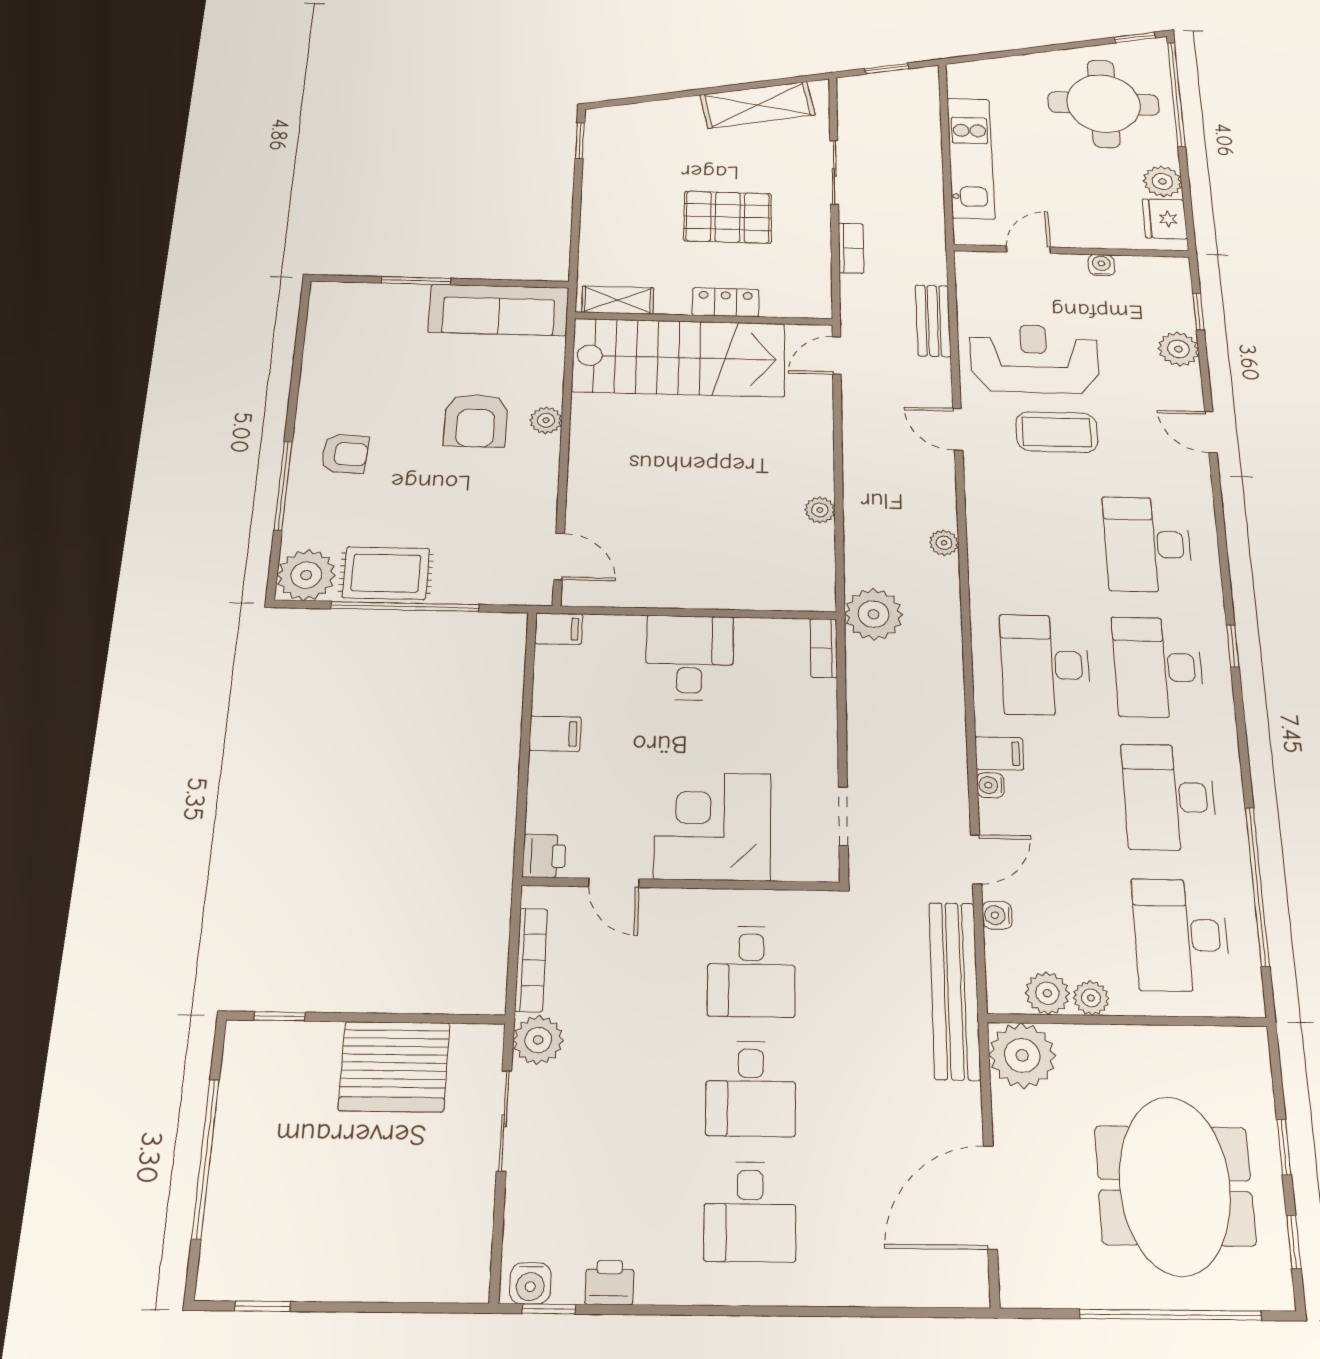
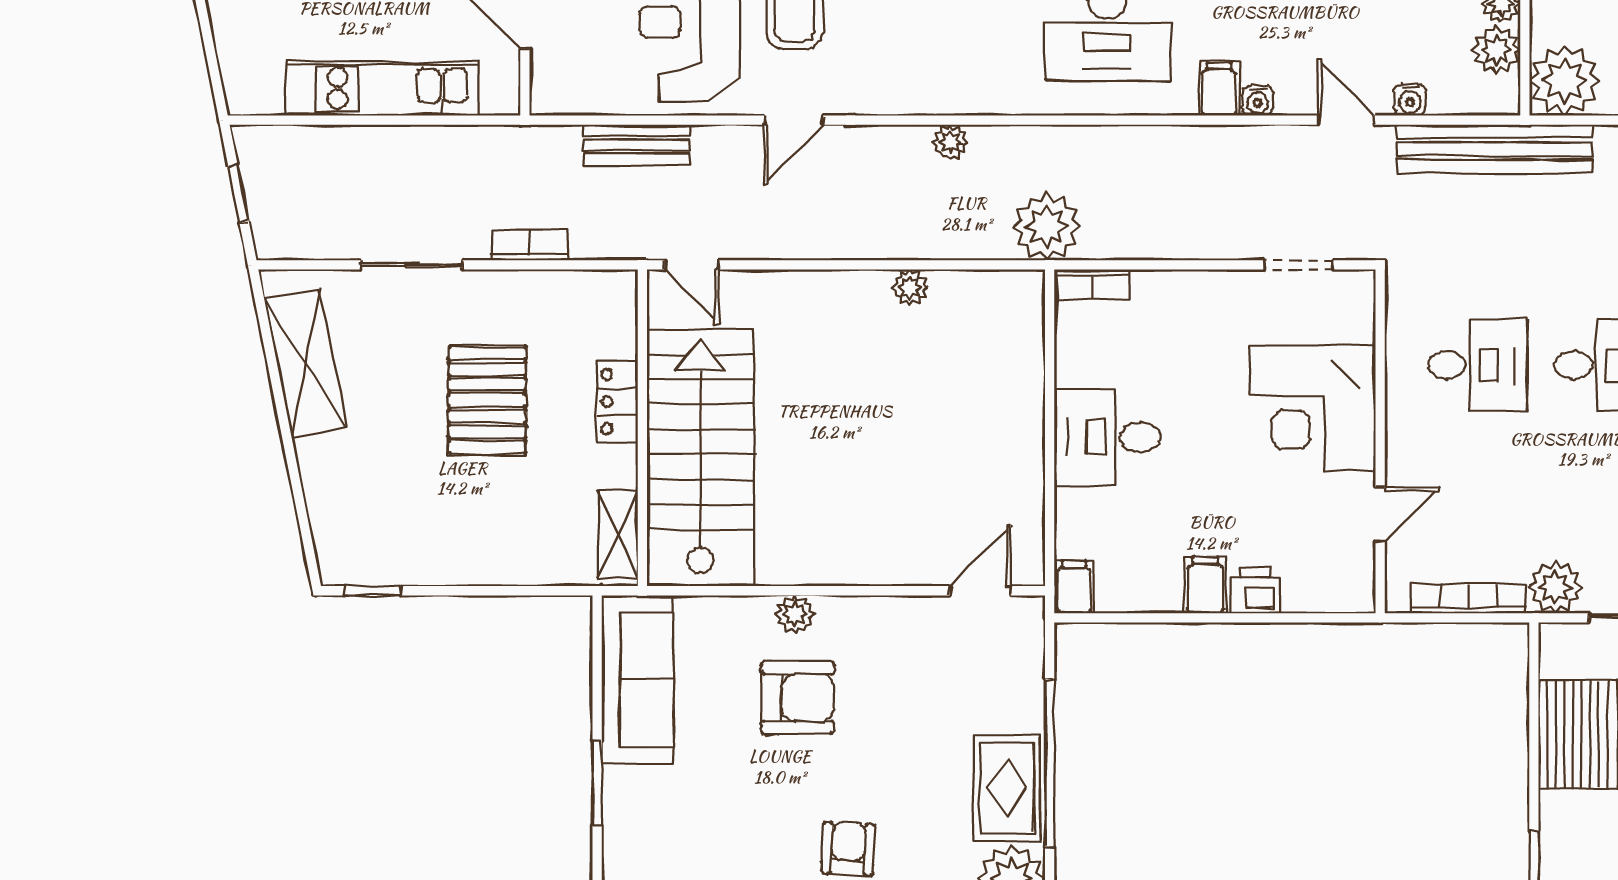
printer: (544, 856) -> (1255, 591), moved

